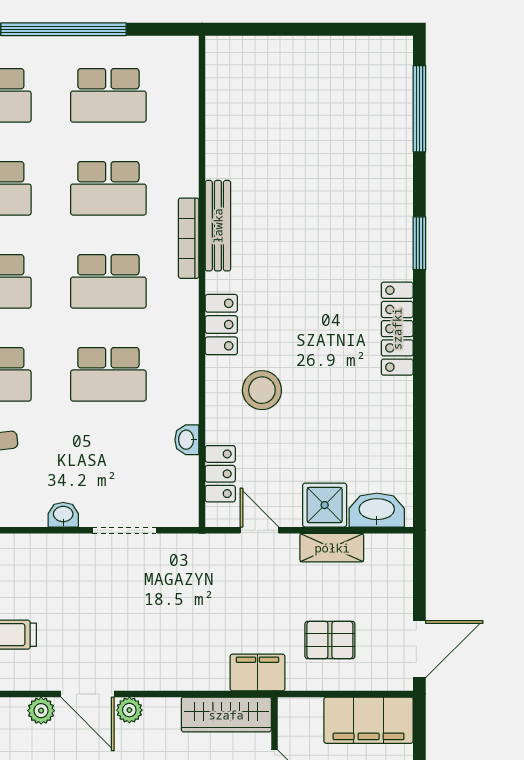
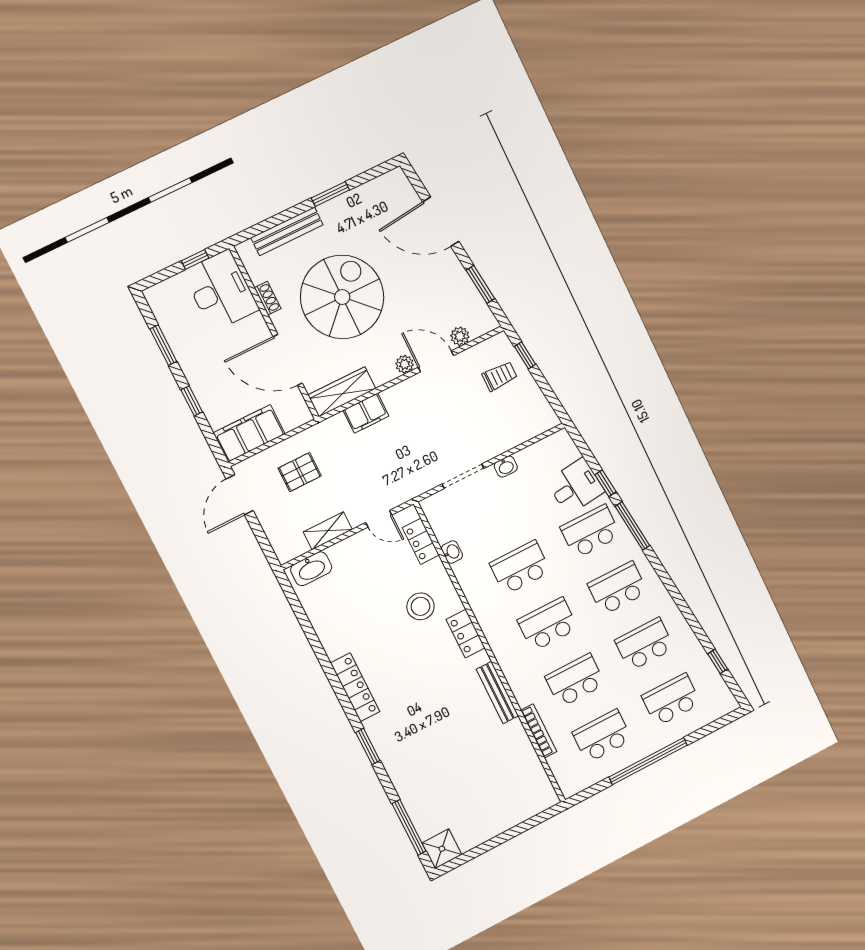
bookcase: (189, 238) -> (539, 731), moved
shower: (325, 505) -> (442, 849), moved
filing cabinet: (257, 673) -> (366, 413), moved

